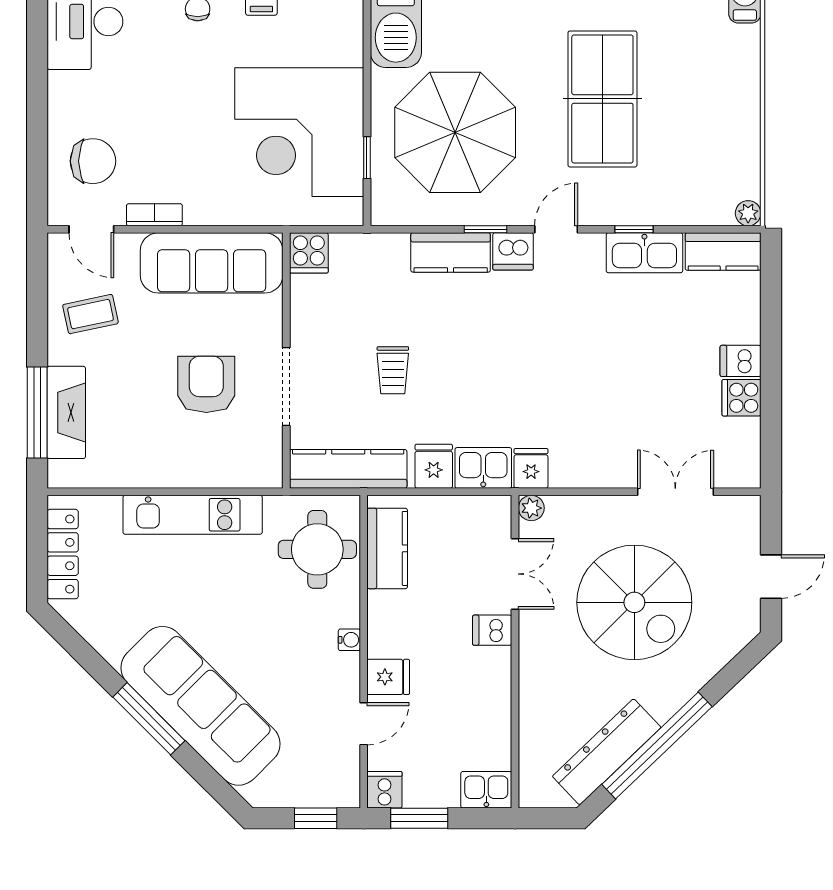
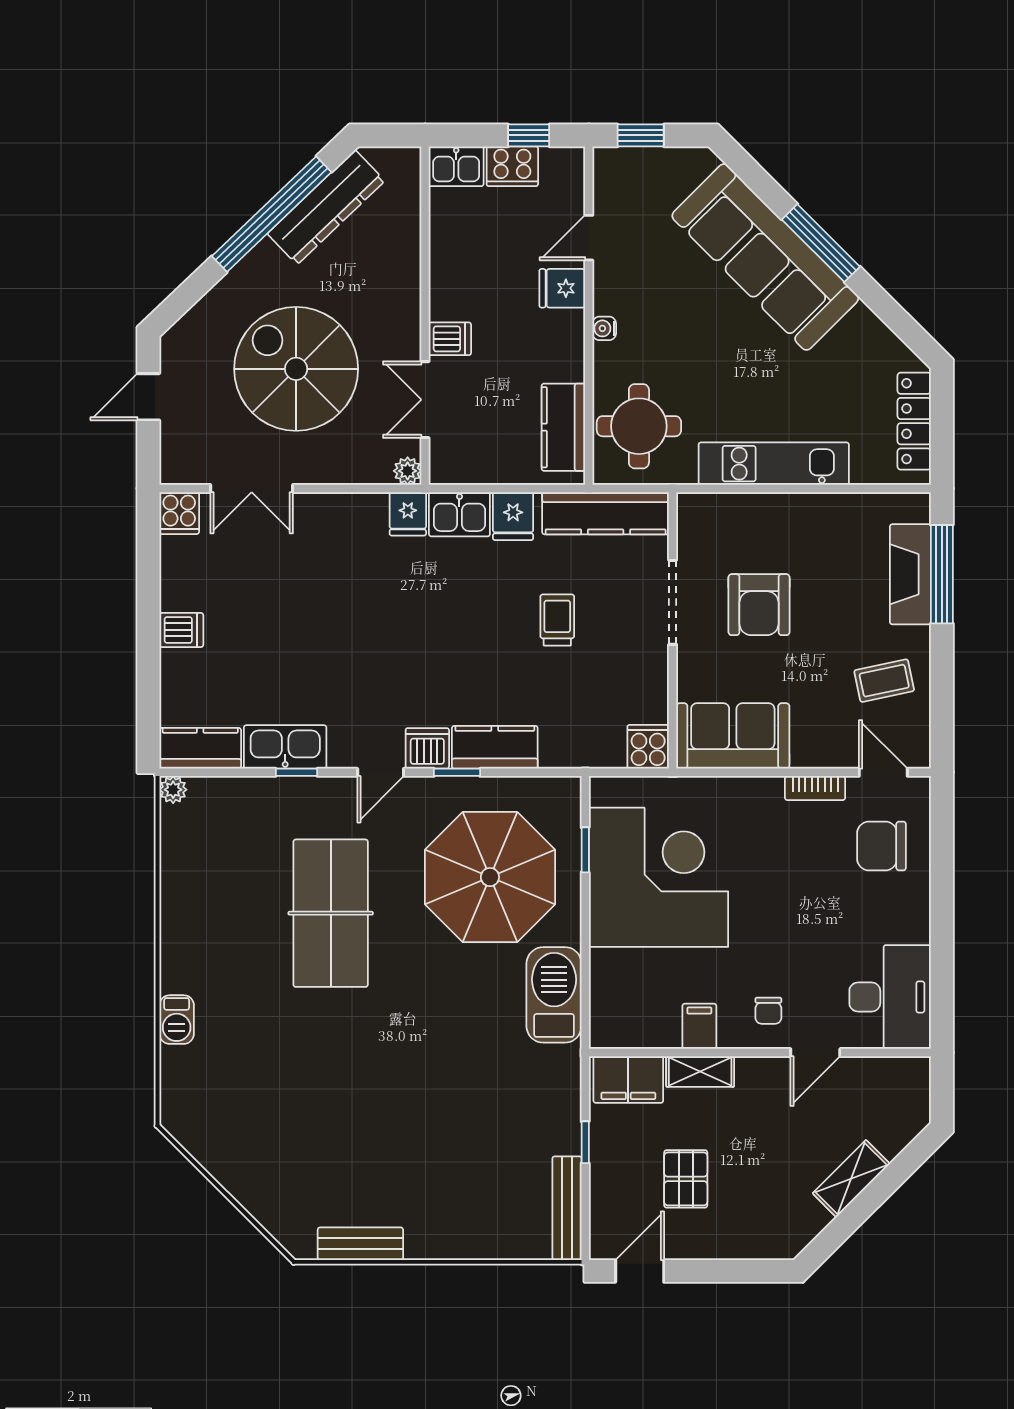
sofa: (212, 263) -> (733, 736), width x0.73
cooker: (741, 398) -> (179, 513), moved, turned 90
cooker: (384, 790) -> (512, 166), moved, width x1.36
window: (419, 818) -> (529, 135), width x0.67

